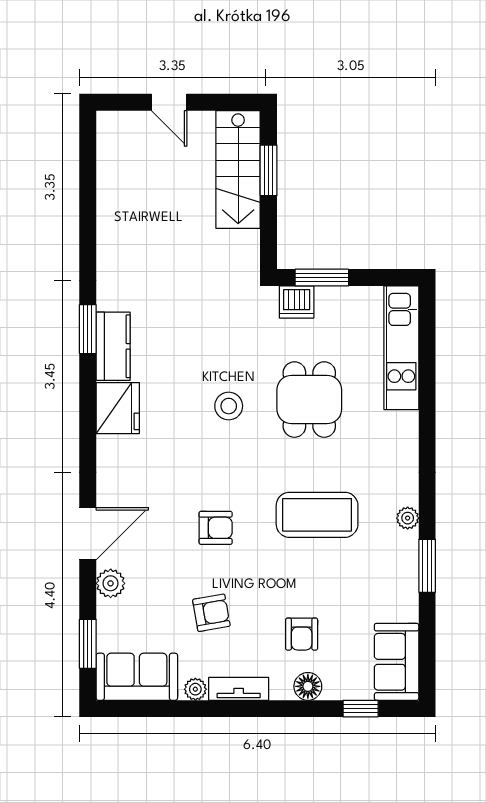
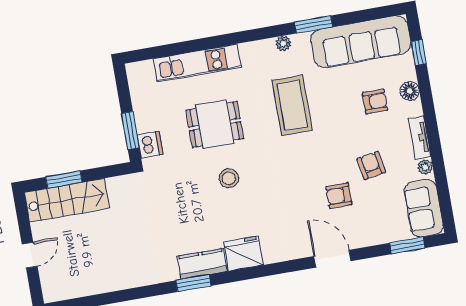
kitchen unit: (401, 348) -> (197, 63), moved
armchair: (216, 528) -> (339, 196), moved, turned -90
plant: (111, 583) -> (363, 237), removed
sofa: (397, 662) -> (361, 42), width x1.85, depth x1.27

